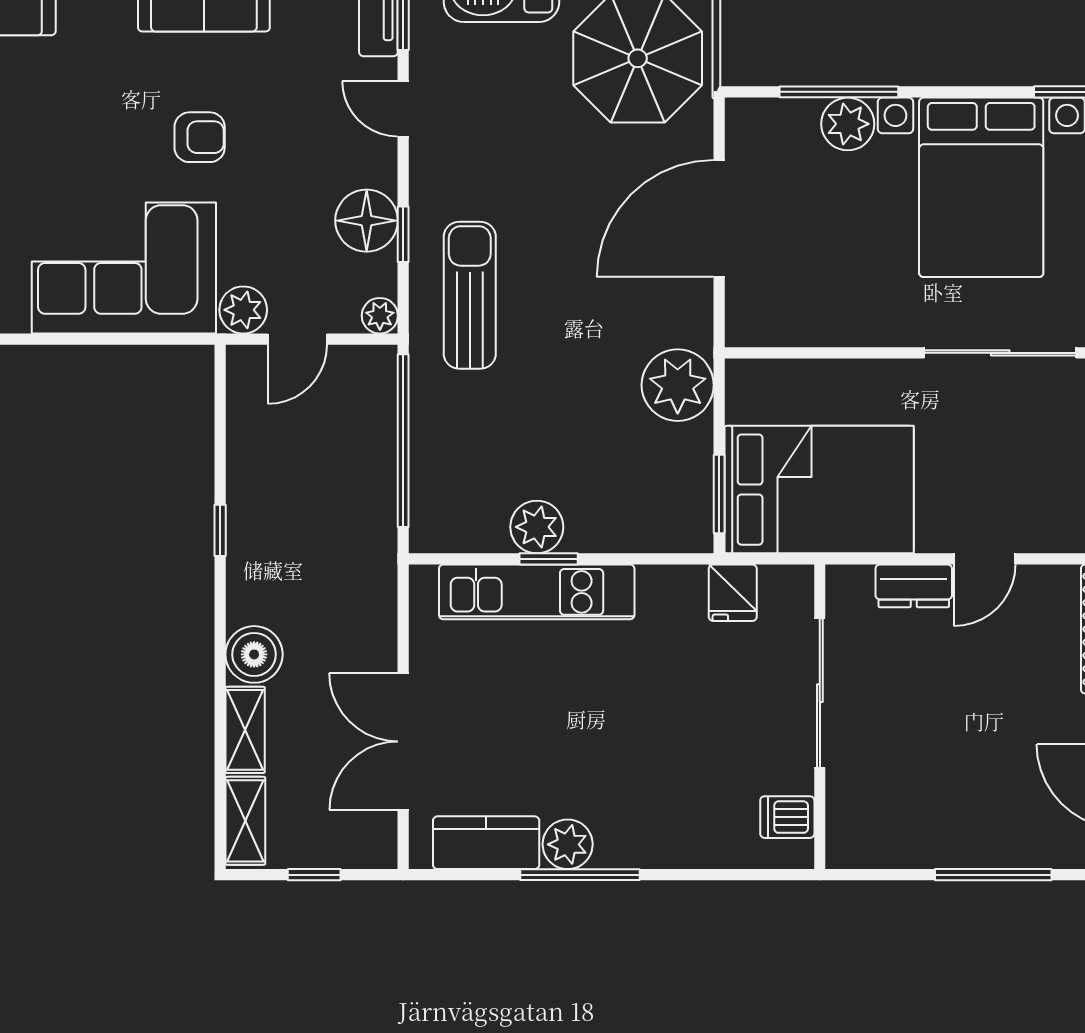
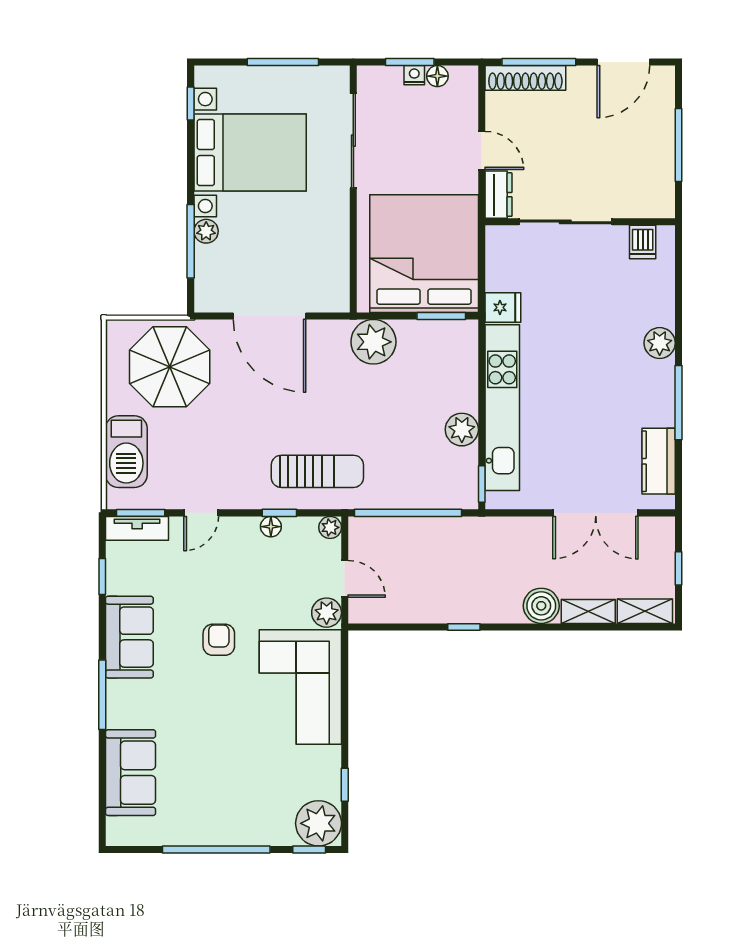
plant: (848, 124) -> (206, 231), width x0.73, depth x0.73
floor lamp: (367, 221) -> (271, 527), width x0.53, depth x0.53
sun lounger: (470, 295) -> (317, 471), turned 180
bed: (819, 490) -> (424, 254), width x1.36
window: (549, 559) -> (482, 484), moved
kitchen unit: (537, 592) -> (502, 408), width x1.36
sliding door: (820, 693) -> (565, 222), moved
wall: (820, 717) -> (580, 222), moved
dishwasher: (787, 817) -> (643, 242), moved
plant: (568, 844) -> (660, 343), moved

